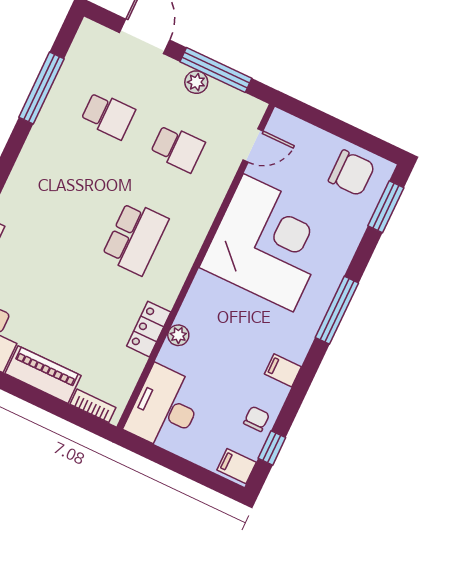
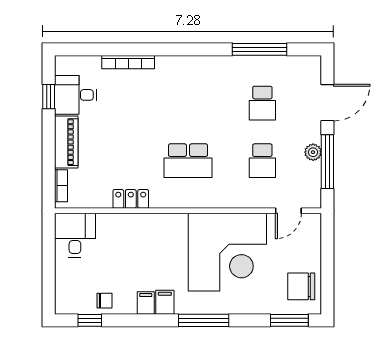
door: (253, 145) -> (288, 211), hinge flipped
chair: (352, 173) -> (301, 286), turned 90
plant: (178, 335) -> (136, 221), removed
desk: (165, 408) -> (75, 235), width x0.73
filing cabinet: (237, 466) -> (165, 302), moved

